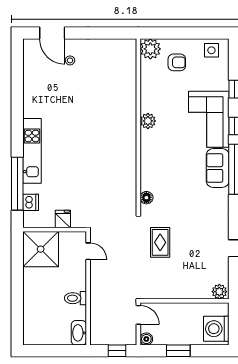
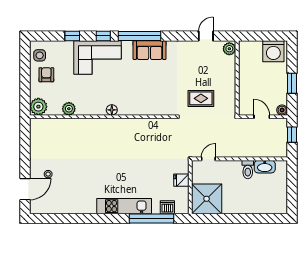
armchair: (177, 62) -> (46, 75), moved
plant: (148, 121) -> (69, 109), moved
sofa: (218, 168) -> (150, 50), moved
floor lamp: (146, 198) -> (112, 110), moved
plant: (219, 292) -> (229, 49), moved
wall: (185, 301) -> (237, 78), moved
door: (138, 315) -> (262, 117), hinge flipped
washbasin: (79, 333) -> (265, 167), moved

